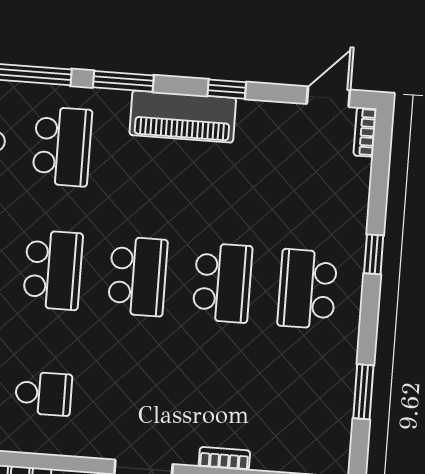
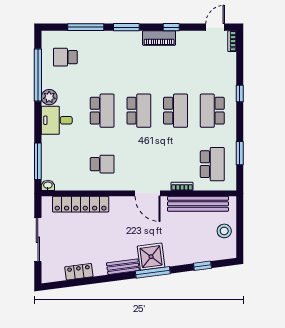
piano: (183, 116) -> (159, 38), width x0.73, depth x0.75
school desk: (62, 146) -> (212, 164), moved

